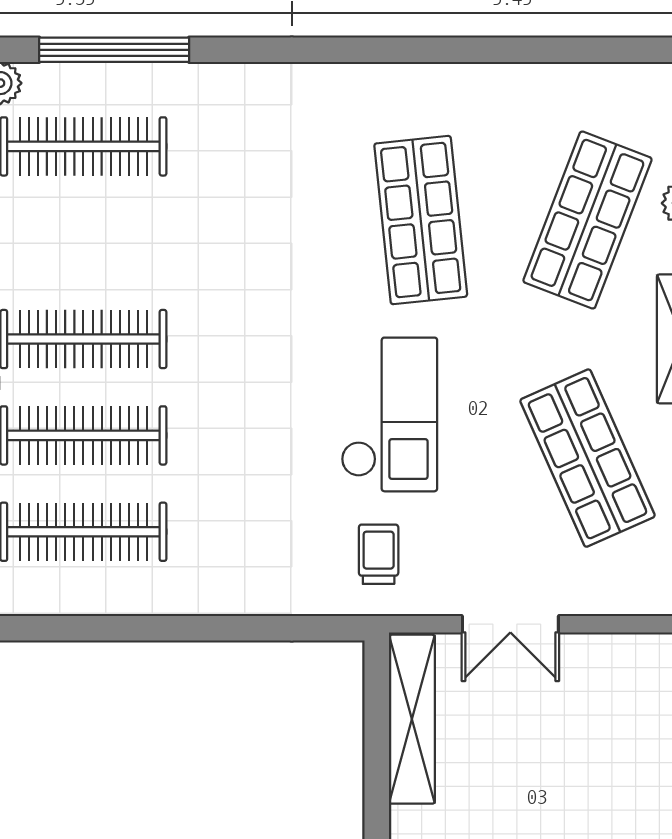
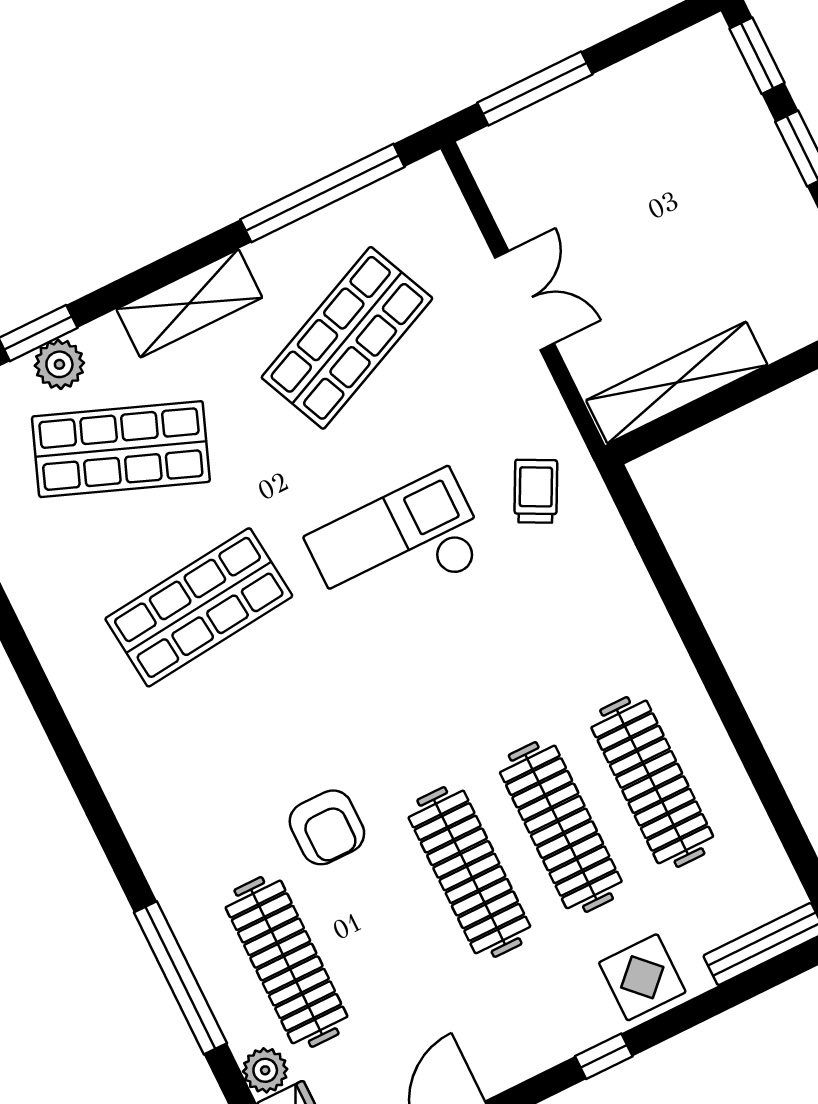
armchair: (181, 237) -> (327, 827), added
trolley: (379, 554) -> (536, 491), turned 117
double door: (510, 624) -> (524, 301), moved

